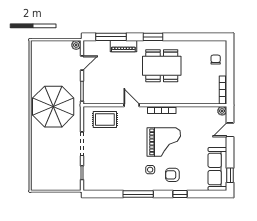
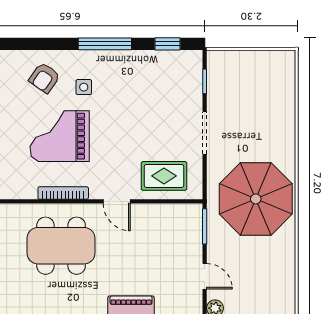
door: (82, 63) -> (205, 276), swing flipped
dining table: (162, 66) -> (61, 246), moved
armchair: (172, 175) -> (44, 78), turned 125
window: (180, 194) -> (168, 44), moved

